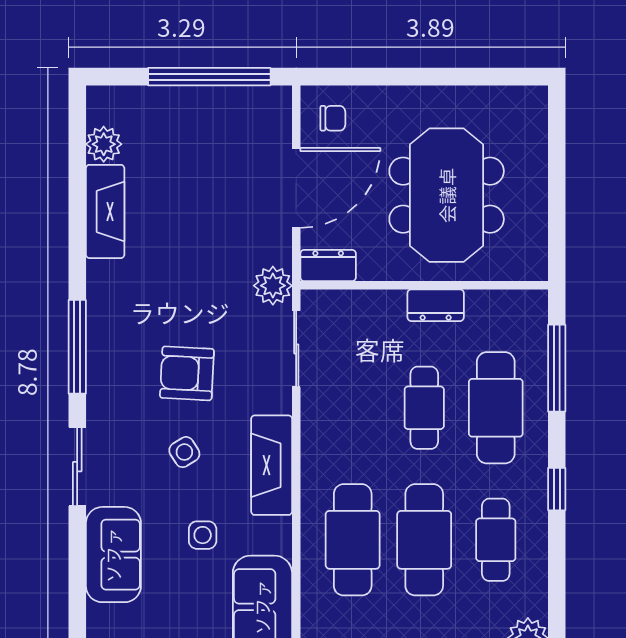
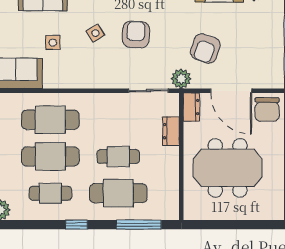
chair: (333, 118) -> (267, 109), width x1.87, depth x1.87
armchair: (214, 238) -> (205, 48), added
dresser: (436, 305) -> (171, 131), moved
fireplace: (272, 465) -> (89, 78), removed

